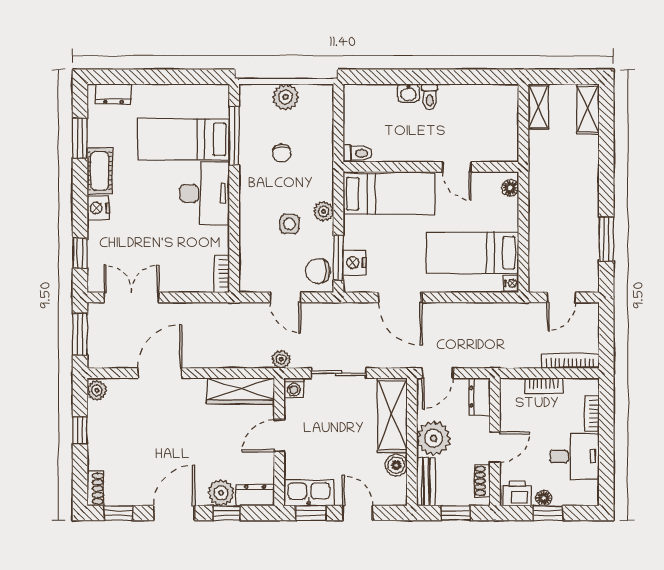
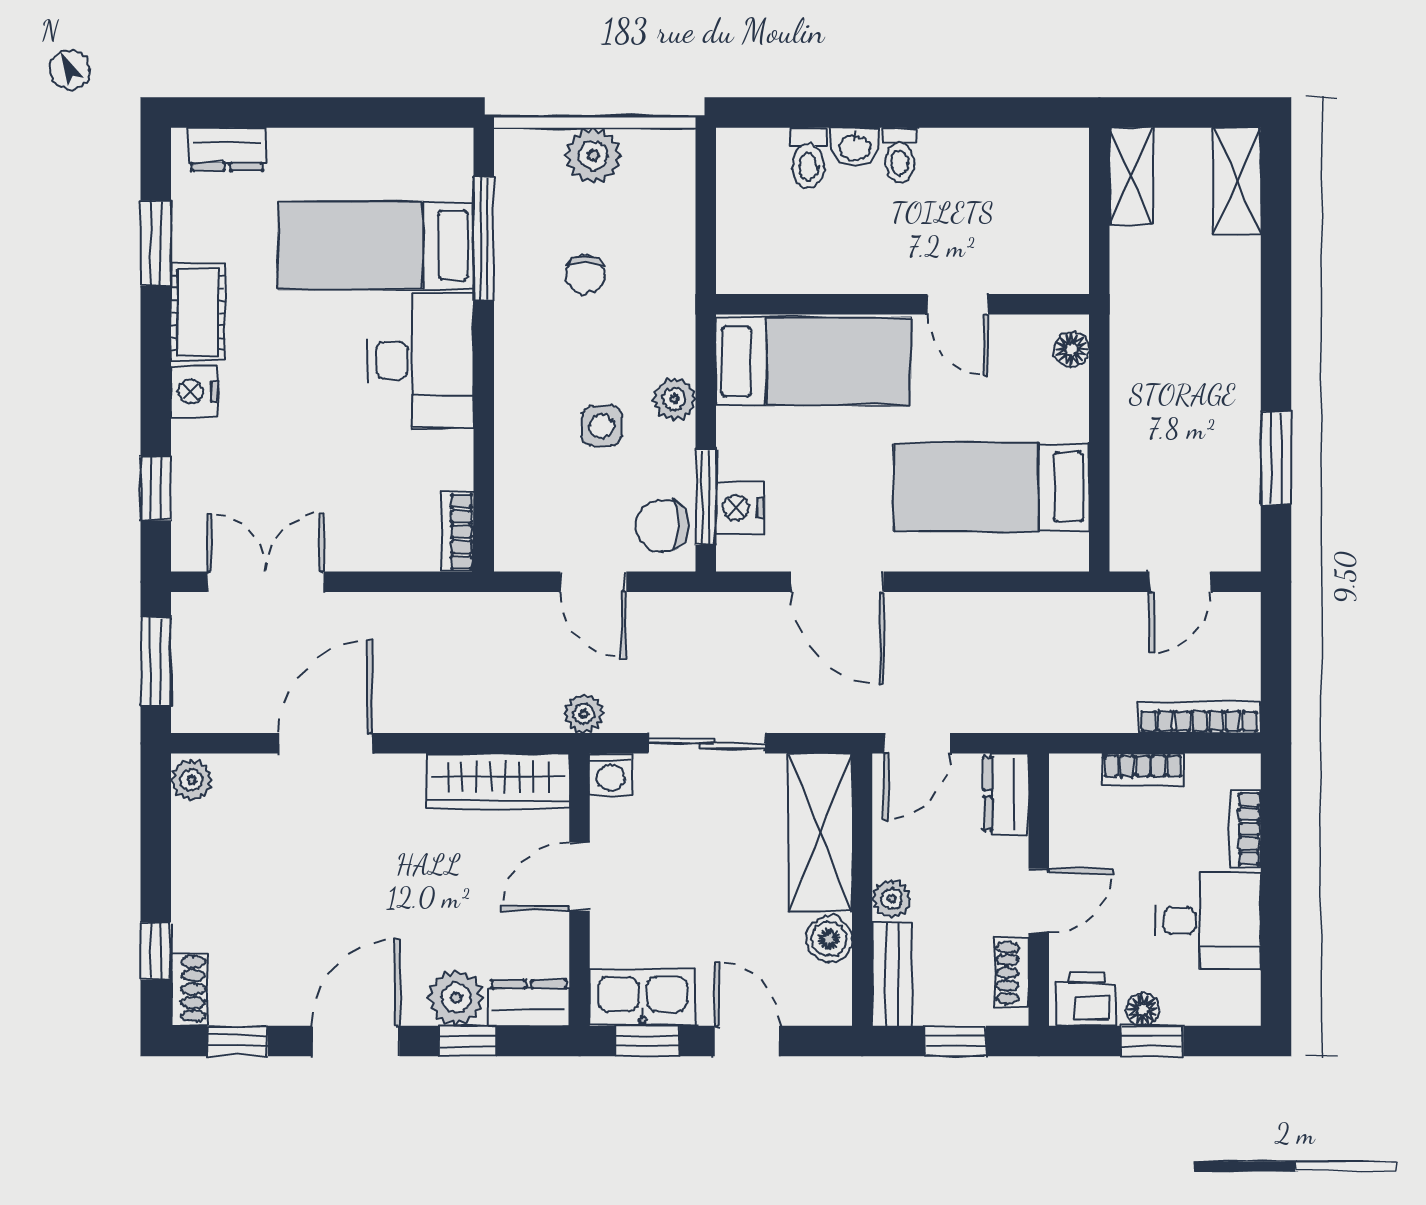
toilet: (358, 153) -> (808, 158), moved, turned 90
nightstand: (511, 283) -> (1073, 552), removed
window: (80, 431) -> (156, 951), moved
plant: (434, 438) -> (892, 899), width x0.53, depth x0.53

